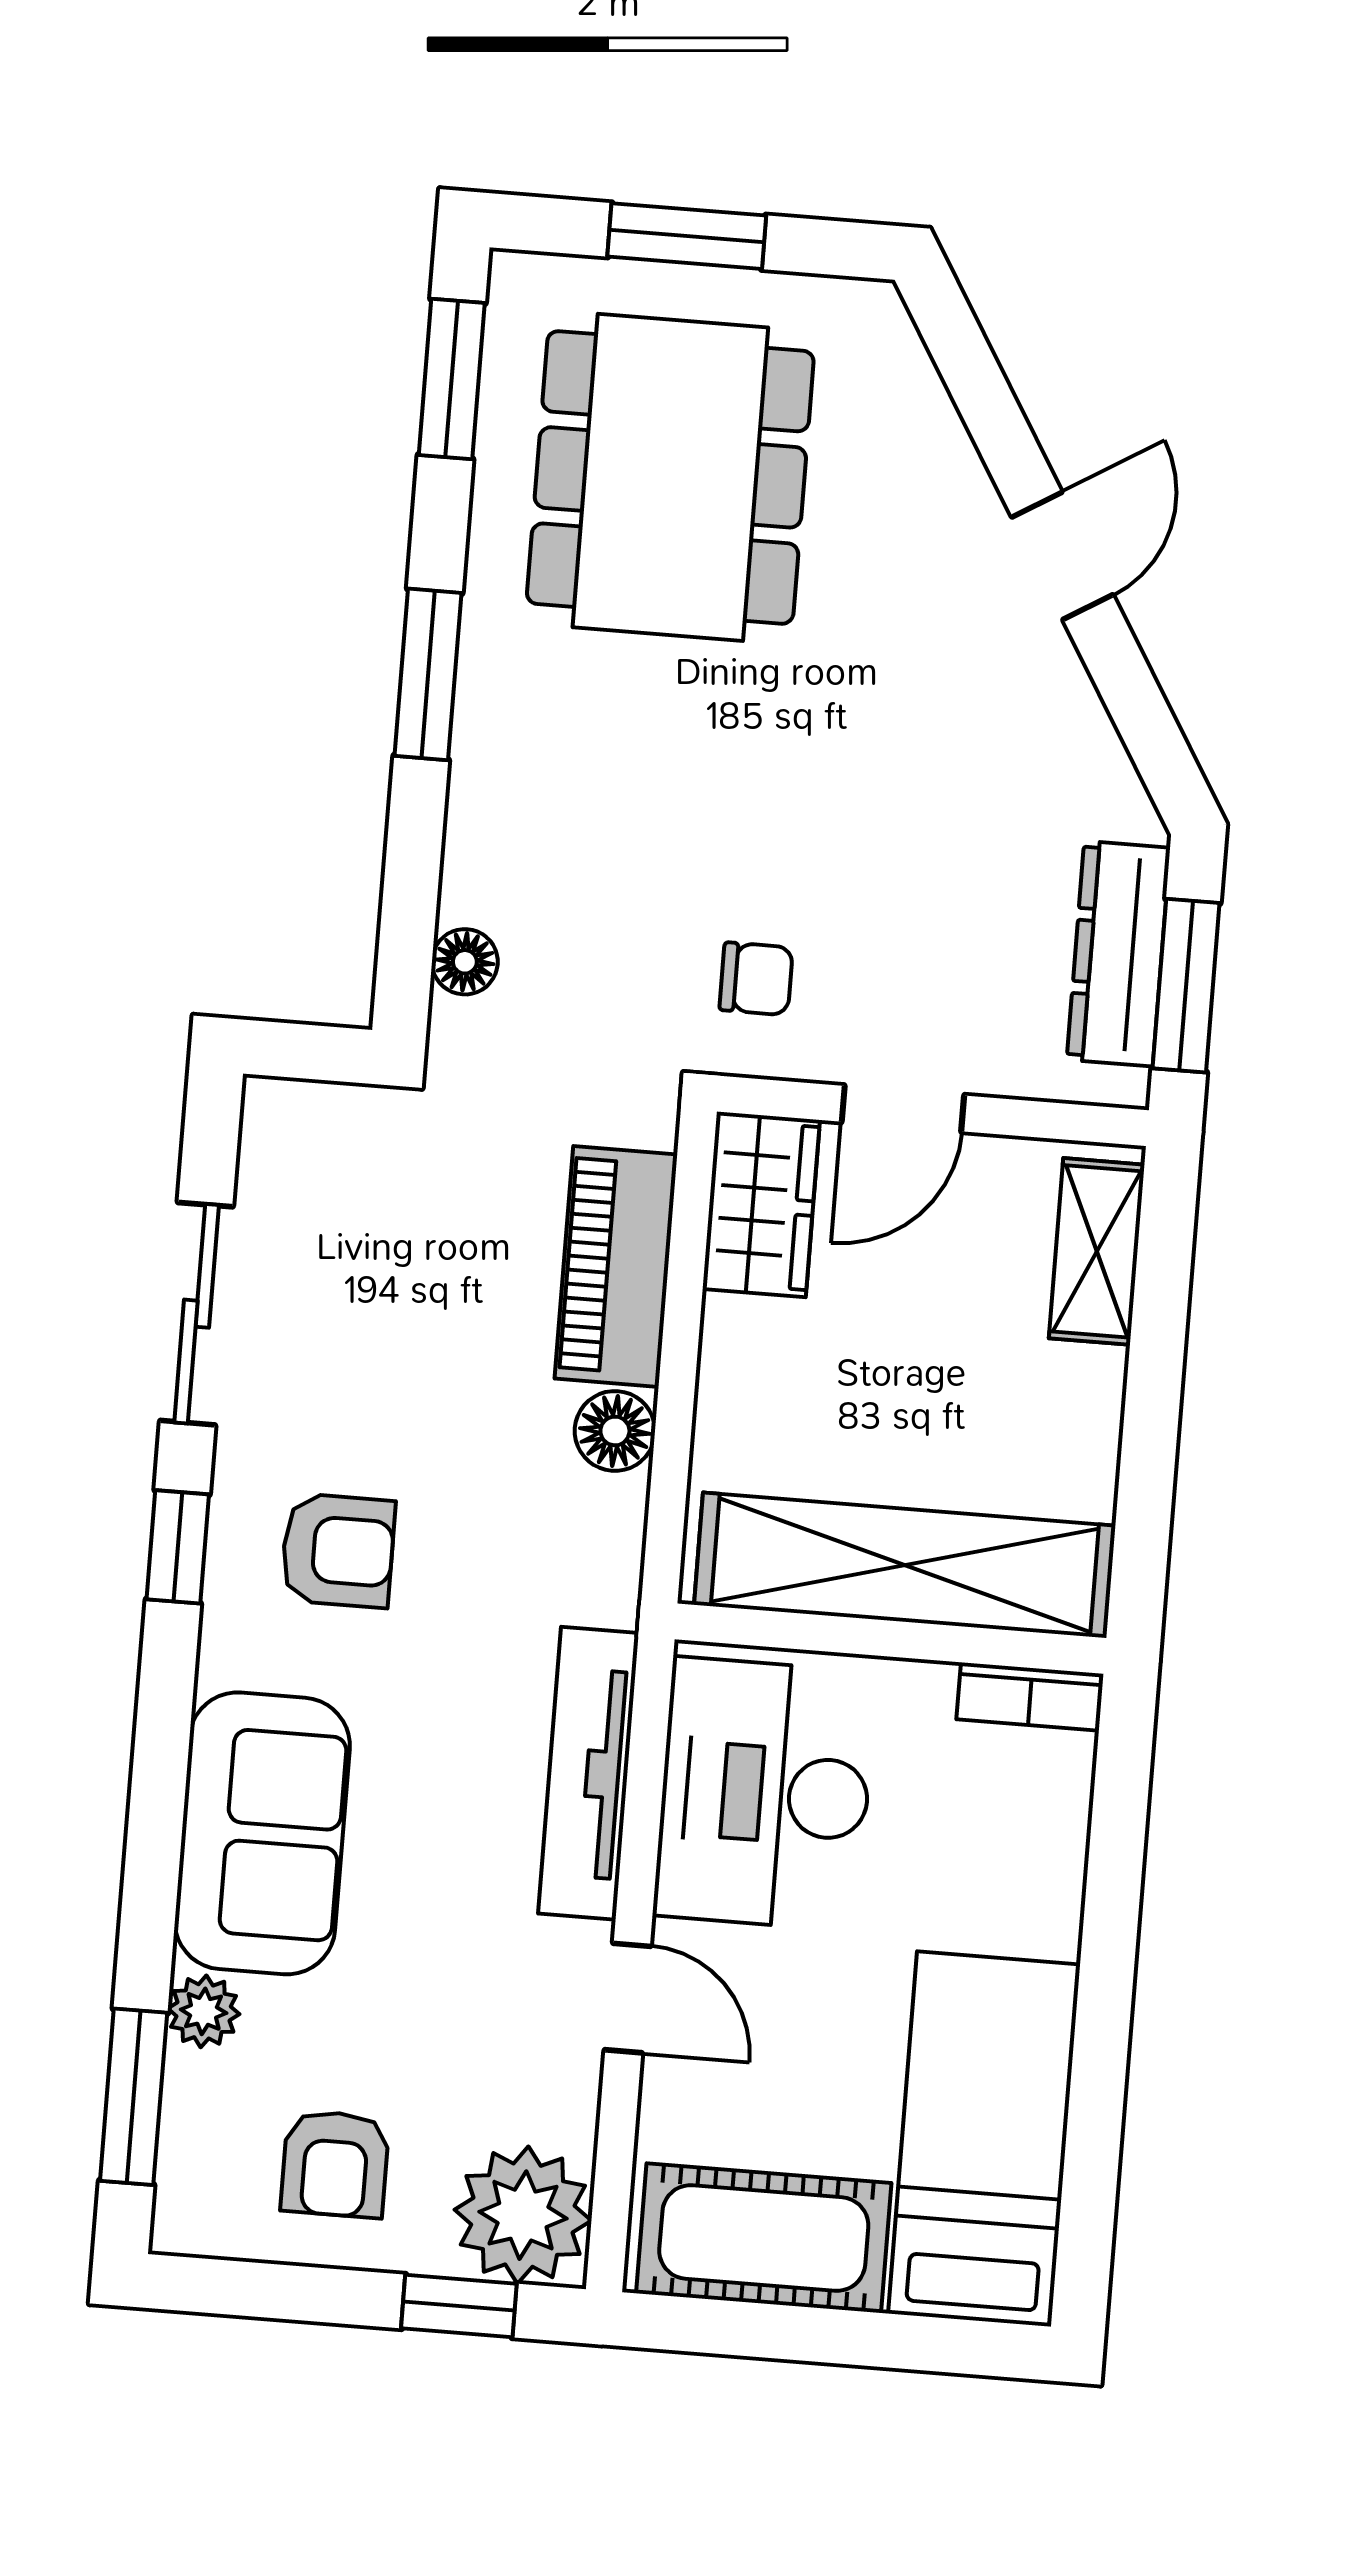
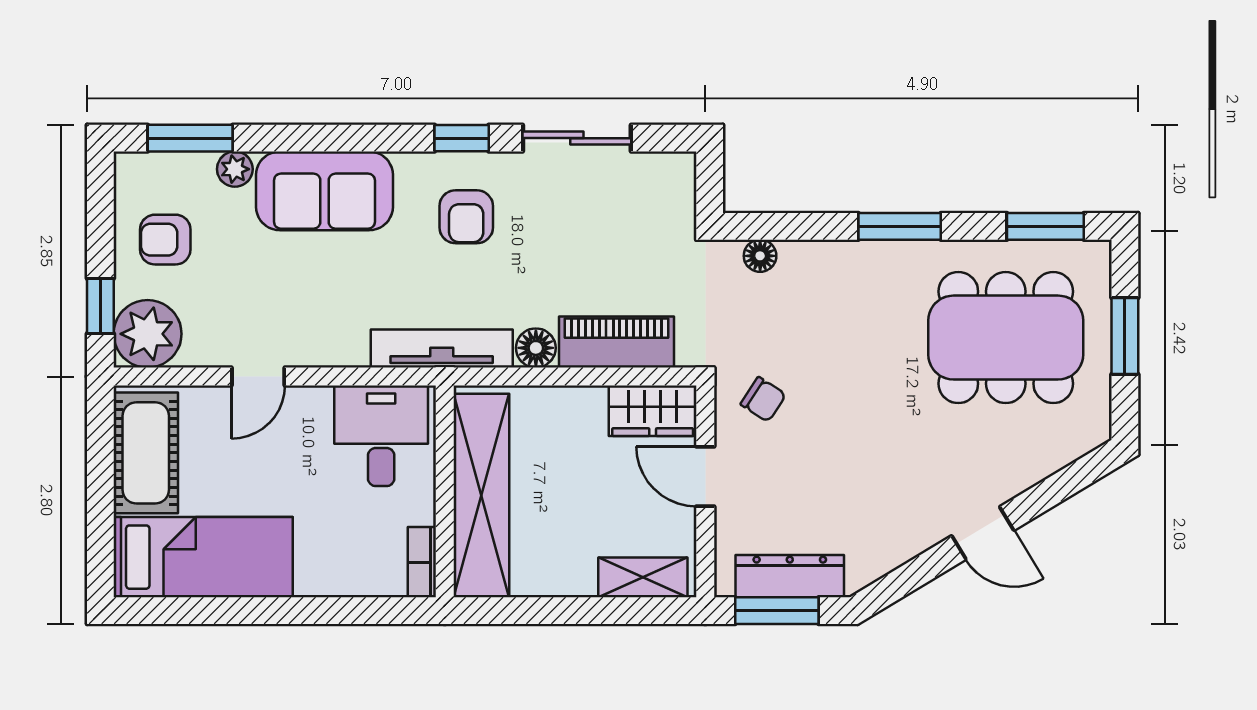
chair: (756, 979) -> (763, 399), turned -57
tv unit: (588, 1773) -> (442, 349), moved
desk: (765, 1794) -> (381, 436), width x0.73

